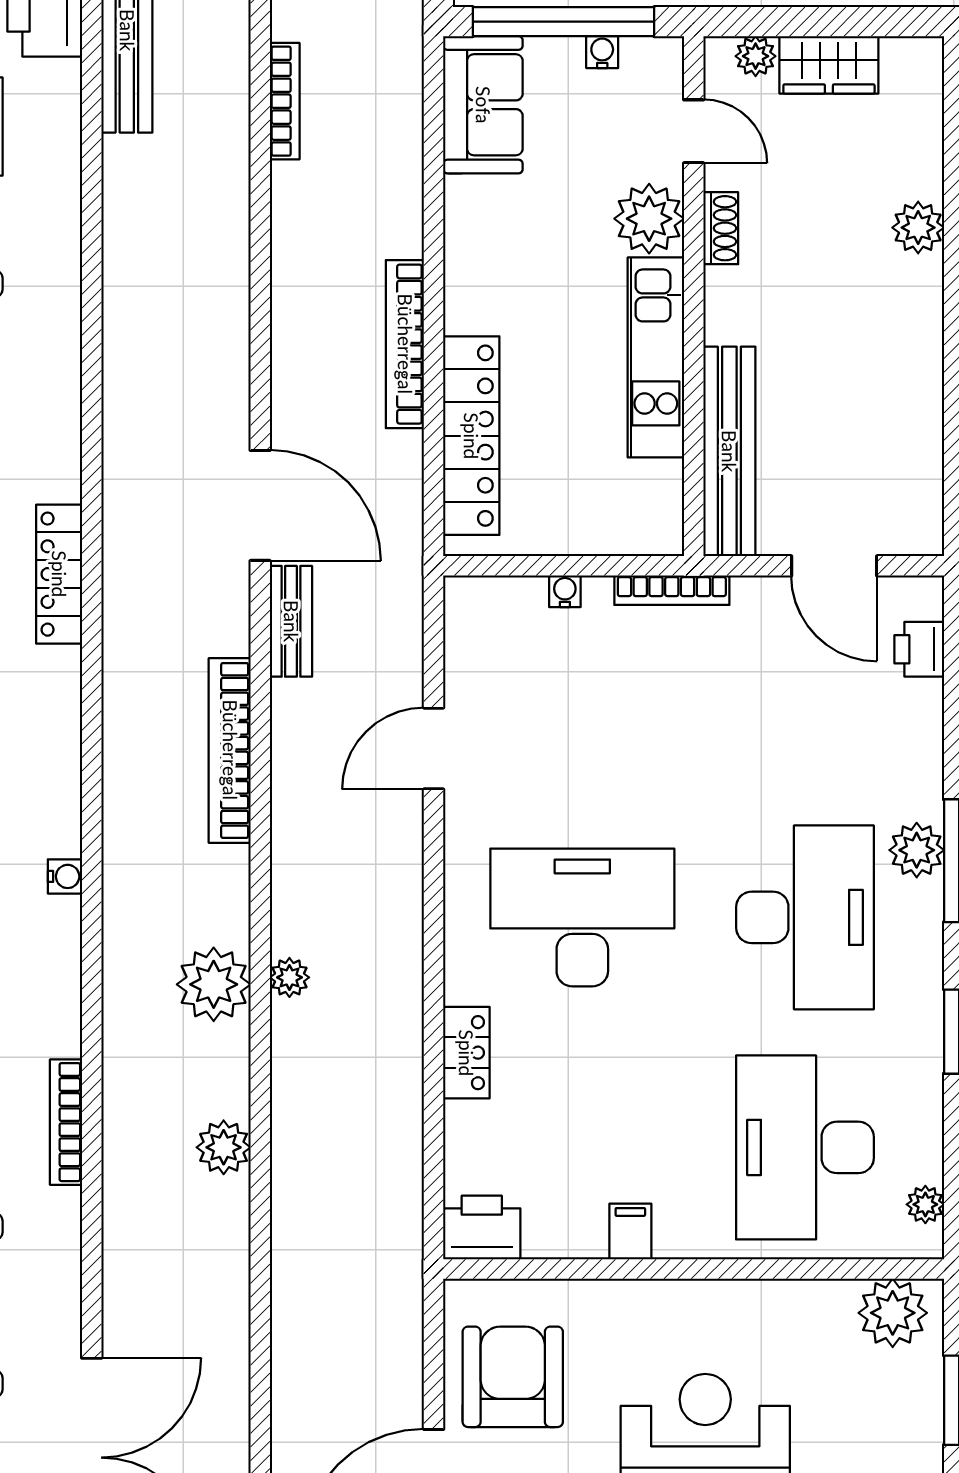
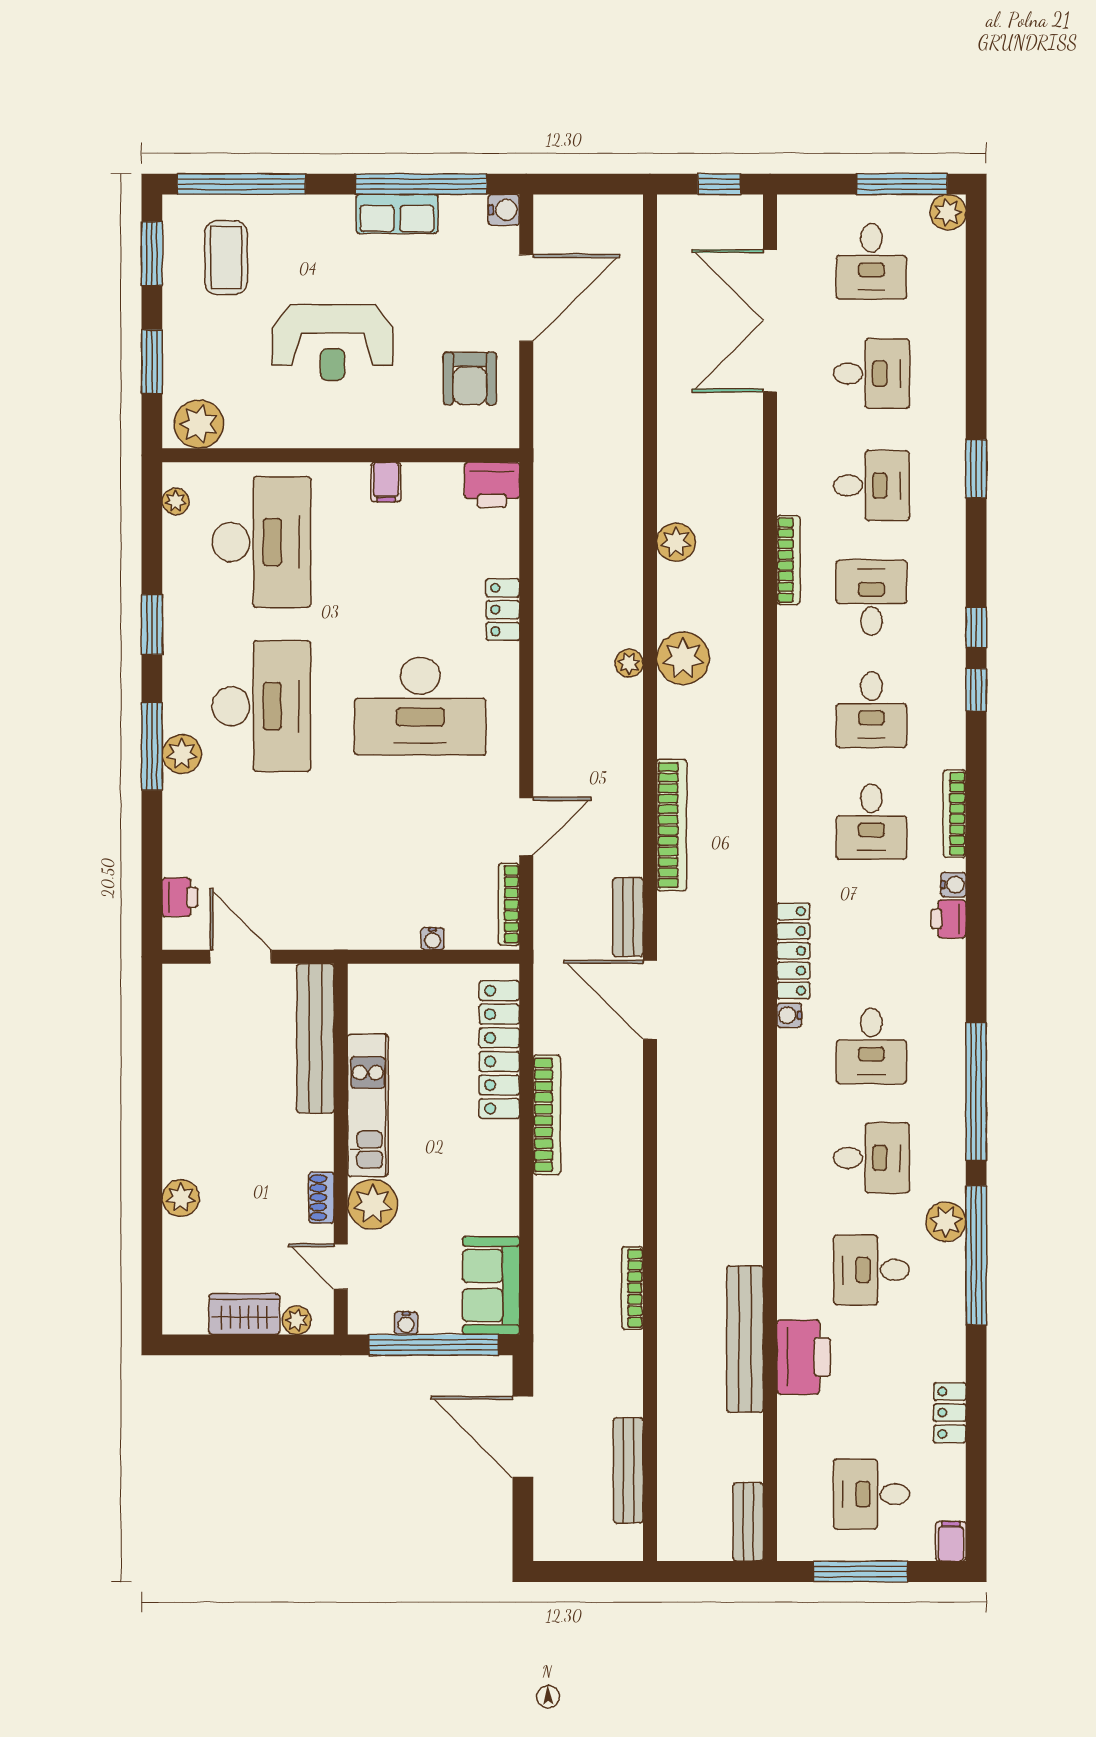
bookcase: (672, 590) -> (509, 904), moved, turned -90
water cooler: (65, 876) -> (789, 1015), moved
desk: (805, 917) -> (261, 706), turned 180
armchair: (513, 1377) -> (470, 378), width x0.73, depth x0.73

